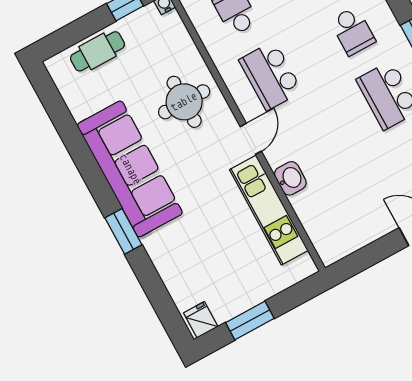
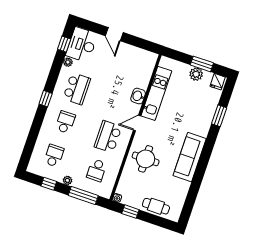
school desk: (271, 76) -> (108, 137), turned 180
sofa: (130, 169) -> (190, 157), width x0.74, depth x0.79
window: (123, 231) -> (219, 116), moved
plant: (242, 298) -> (196, 74), added

